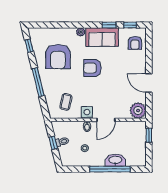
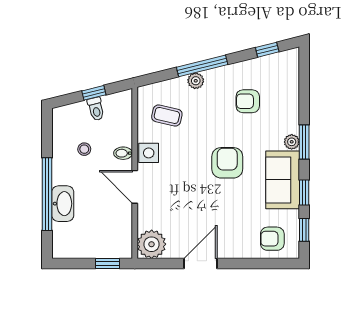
window: (81, 25) -> (304, 142), added
armchair: (58, 57) -> (248, 101), width x0.53, depth x0.53
plant: (46, 86) -> (196, 81), added

